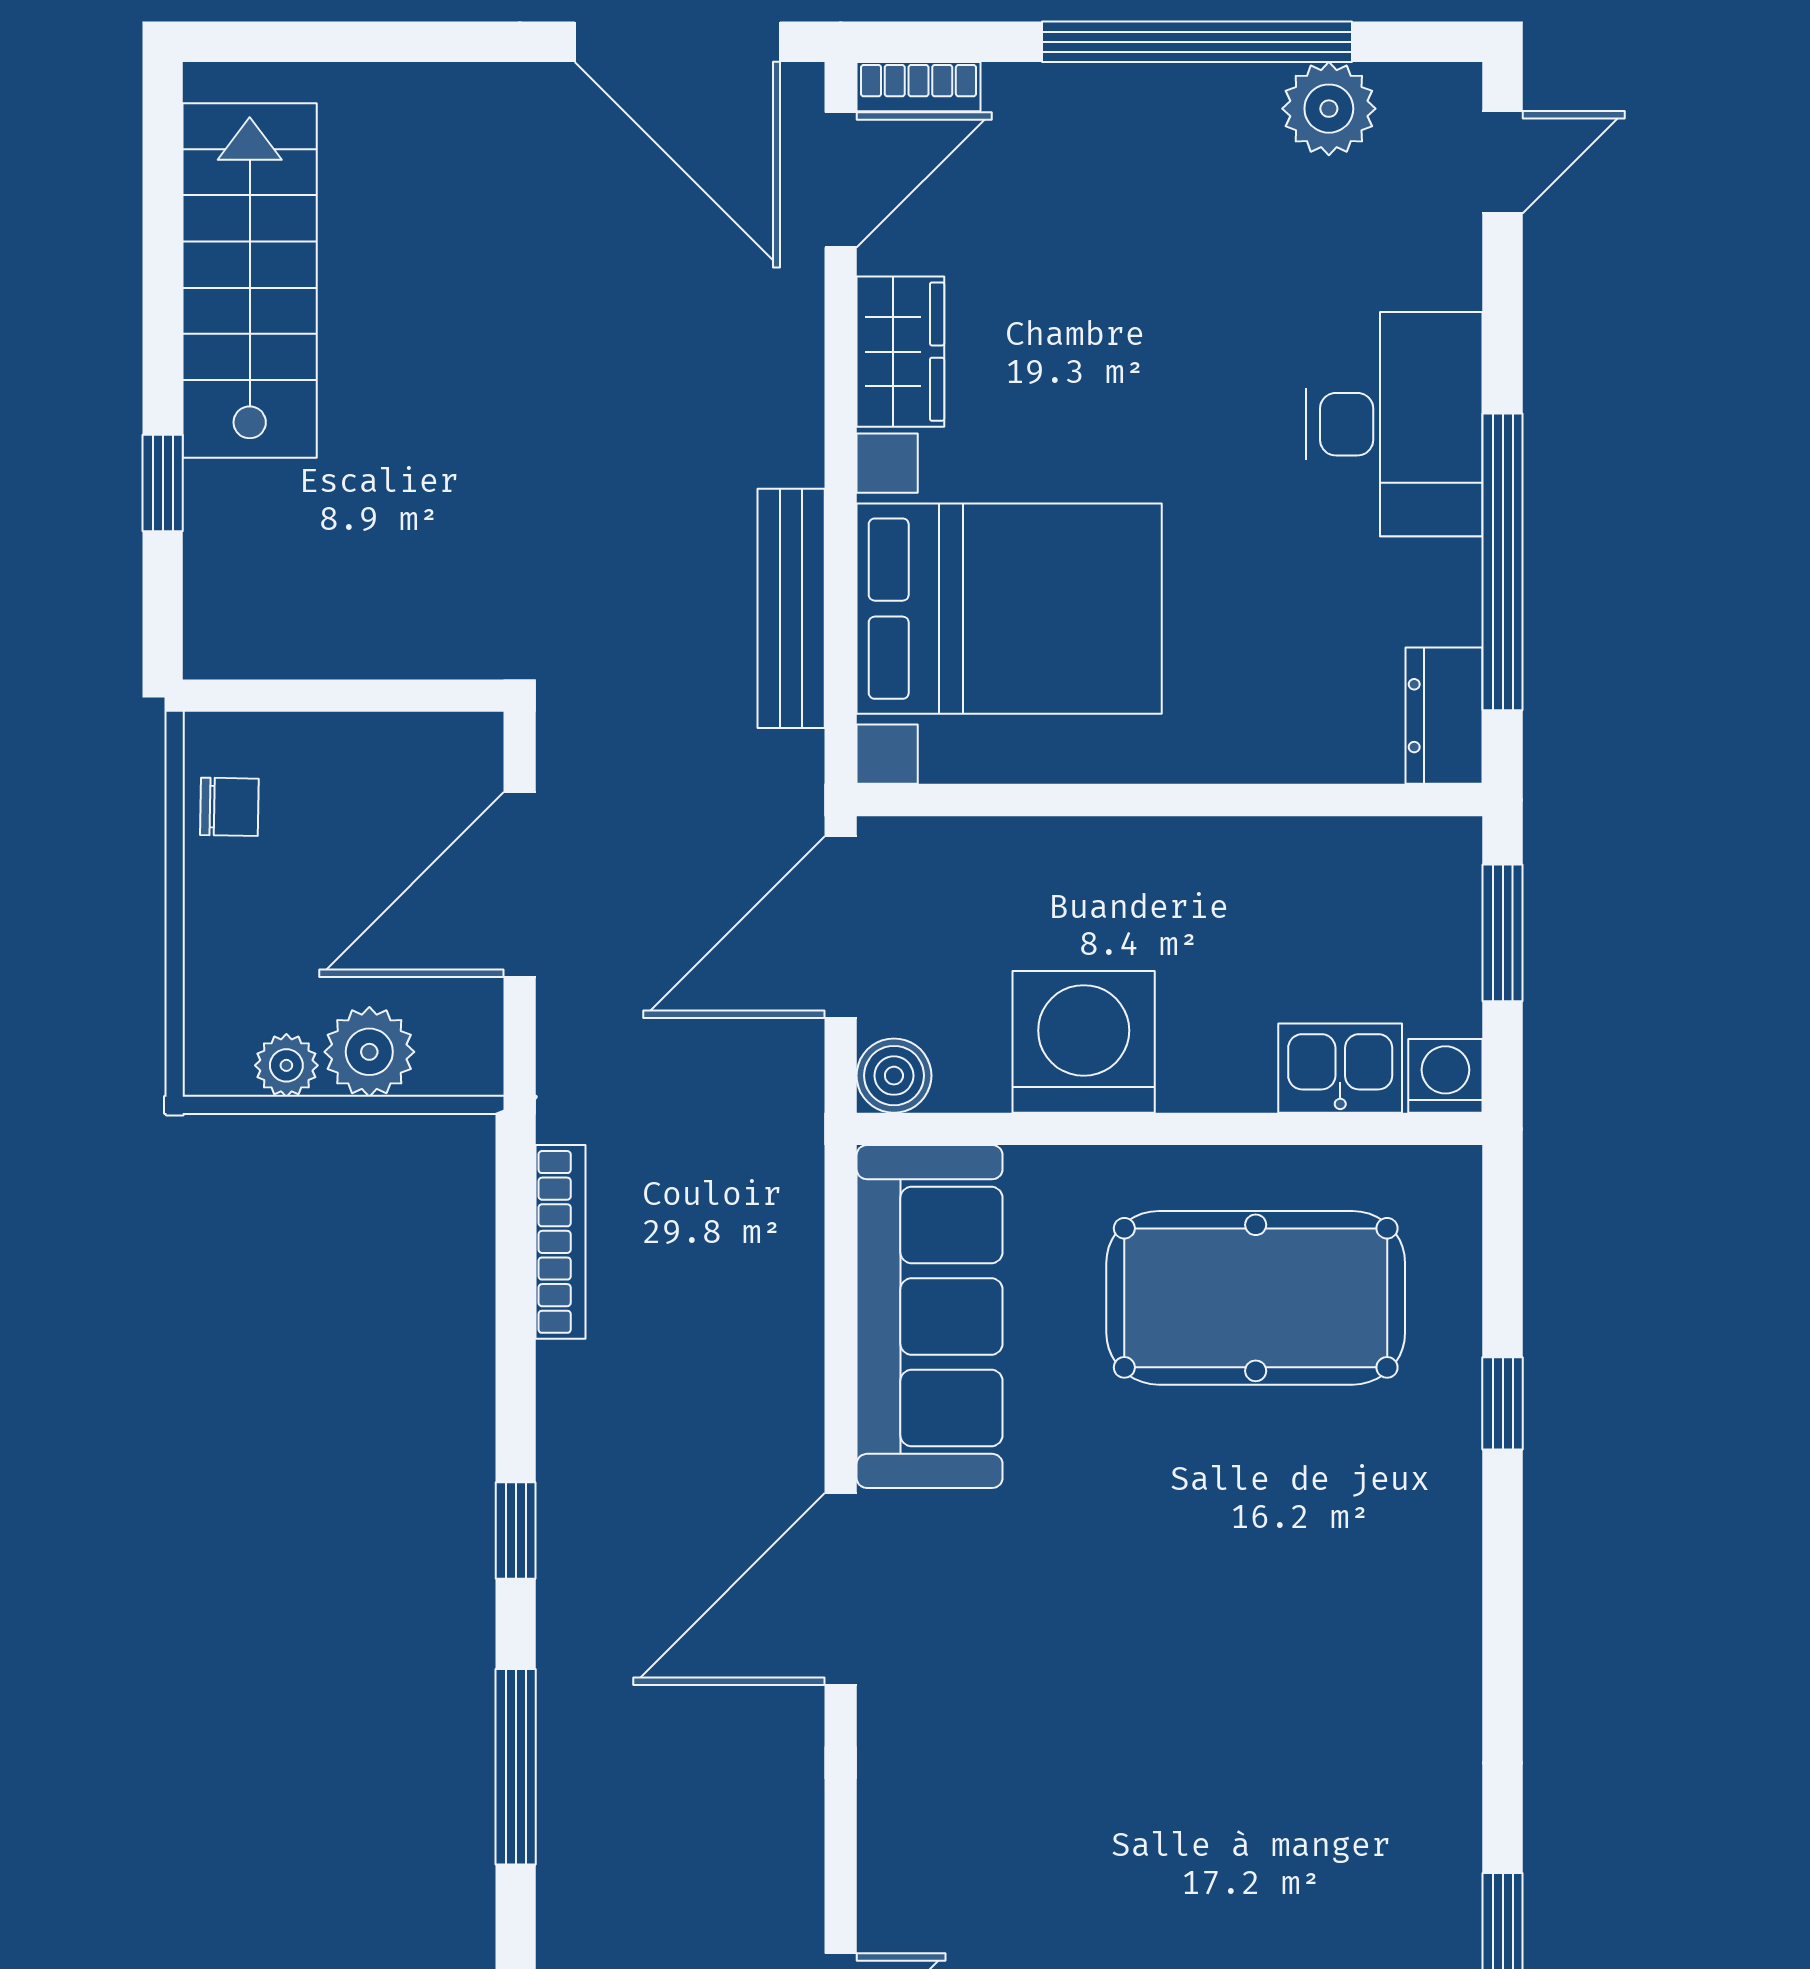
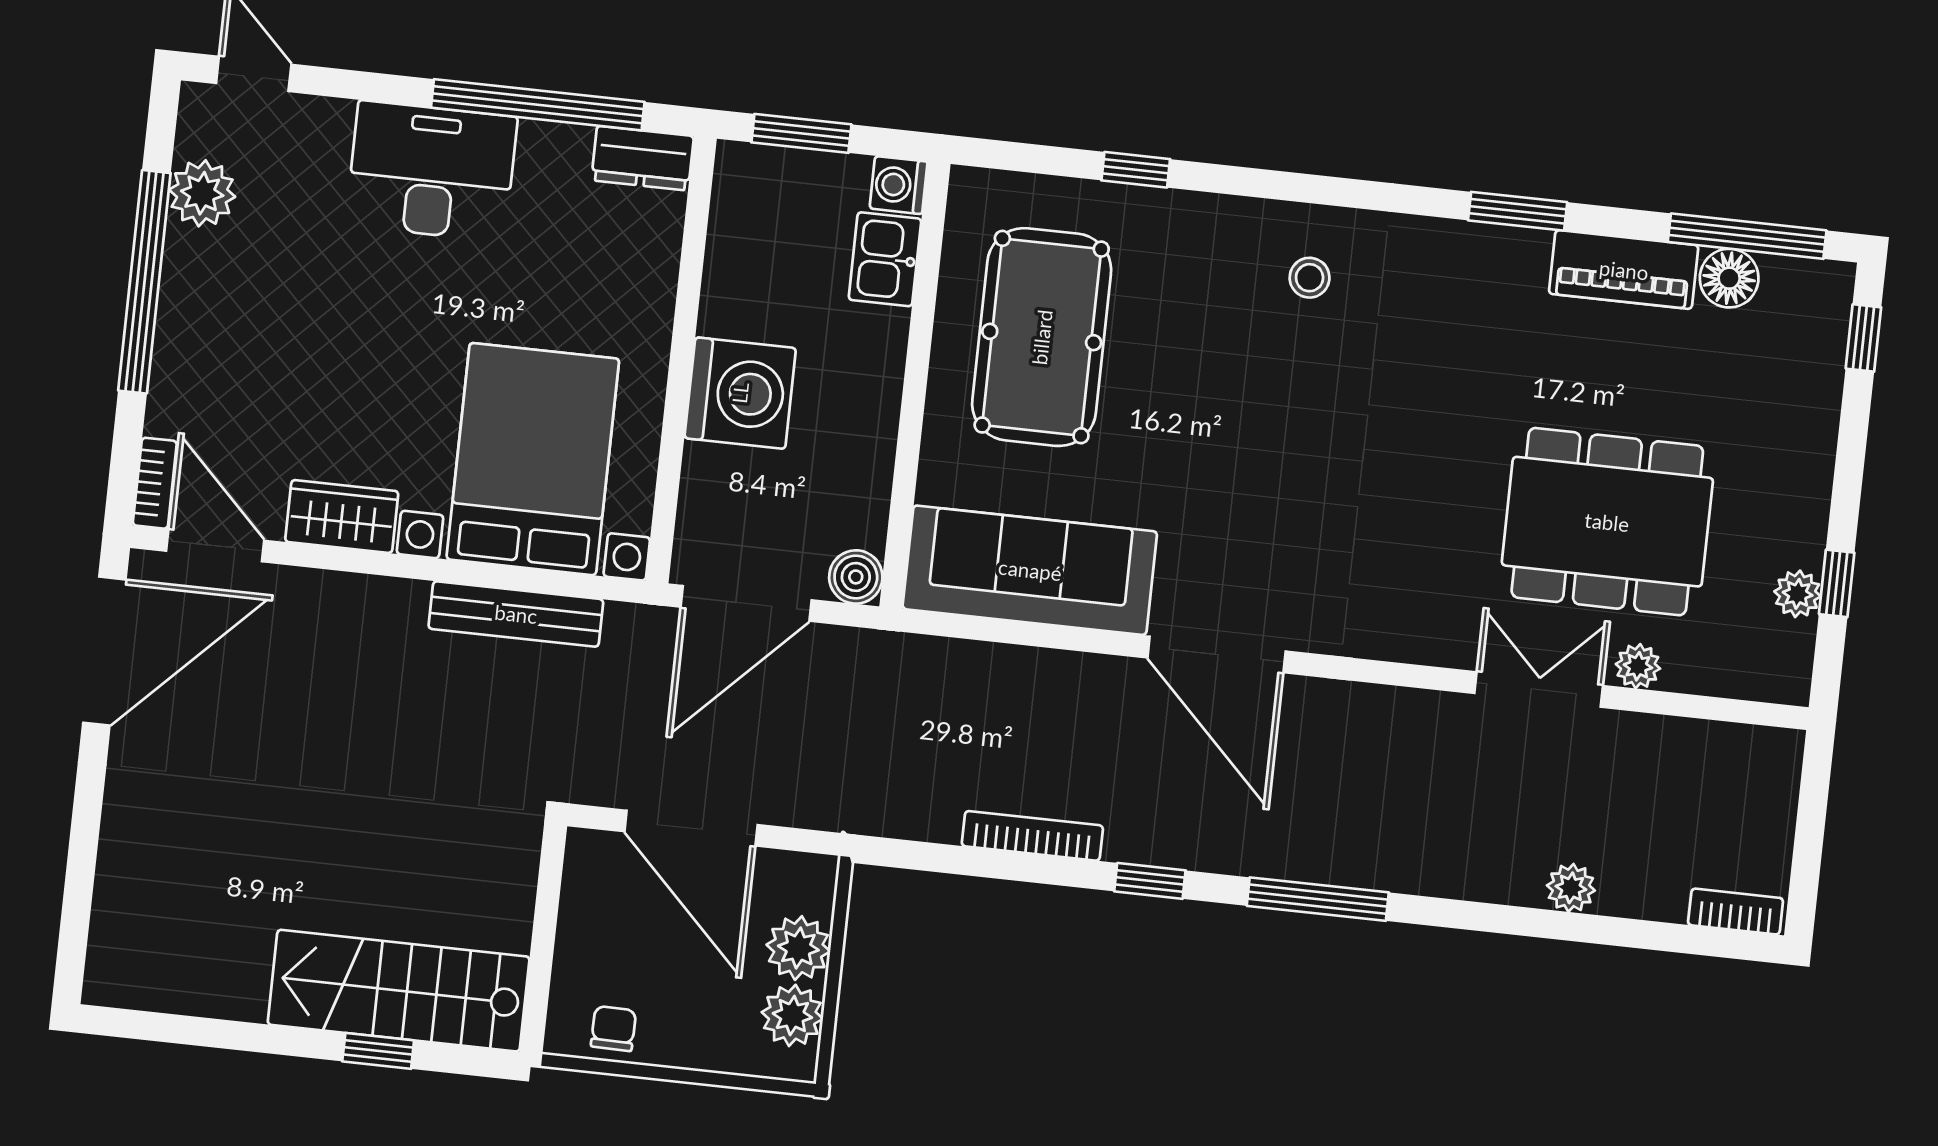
stairs: (250, 280) -> (399, 991), moved
door: (841, 927) -> (746, 603), hinge flipped
washing machine: (1084, 1042) -> (740, 393), moved, turned 180
plant: (286, 1065) -> (792, 1015), width x1.38, depth x1.38
bookcase: (561, 1242) -> (1032, 836), moved
stool: (1379, 1661) -> (1310, 278), added

